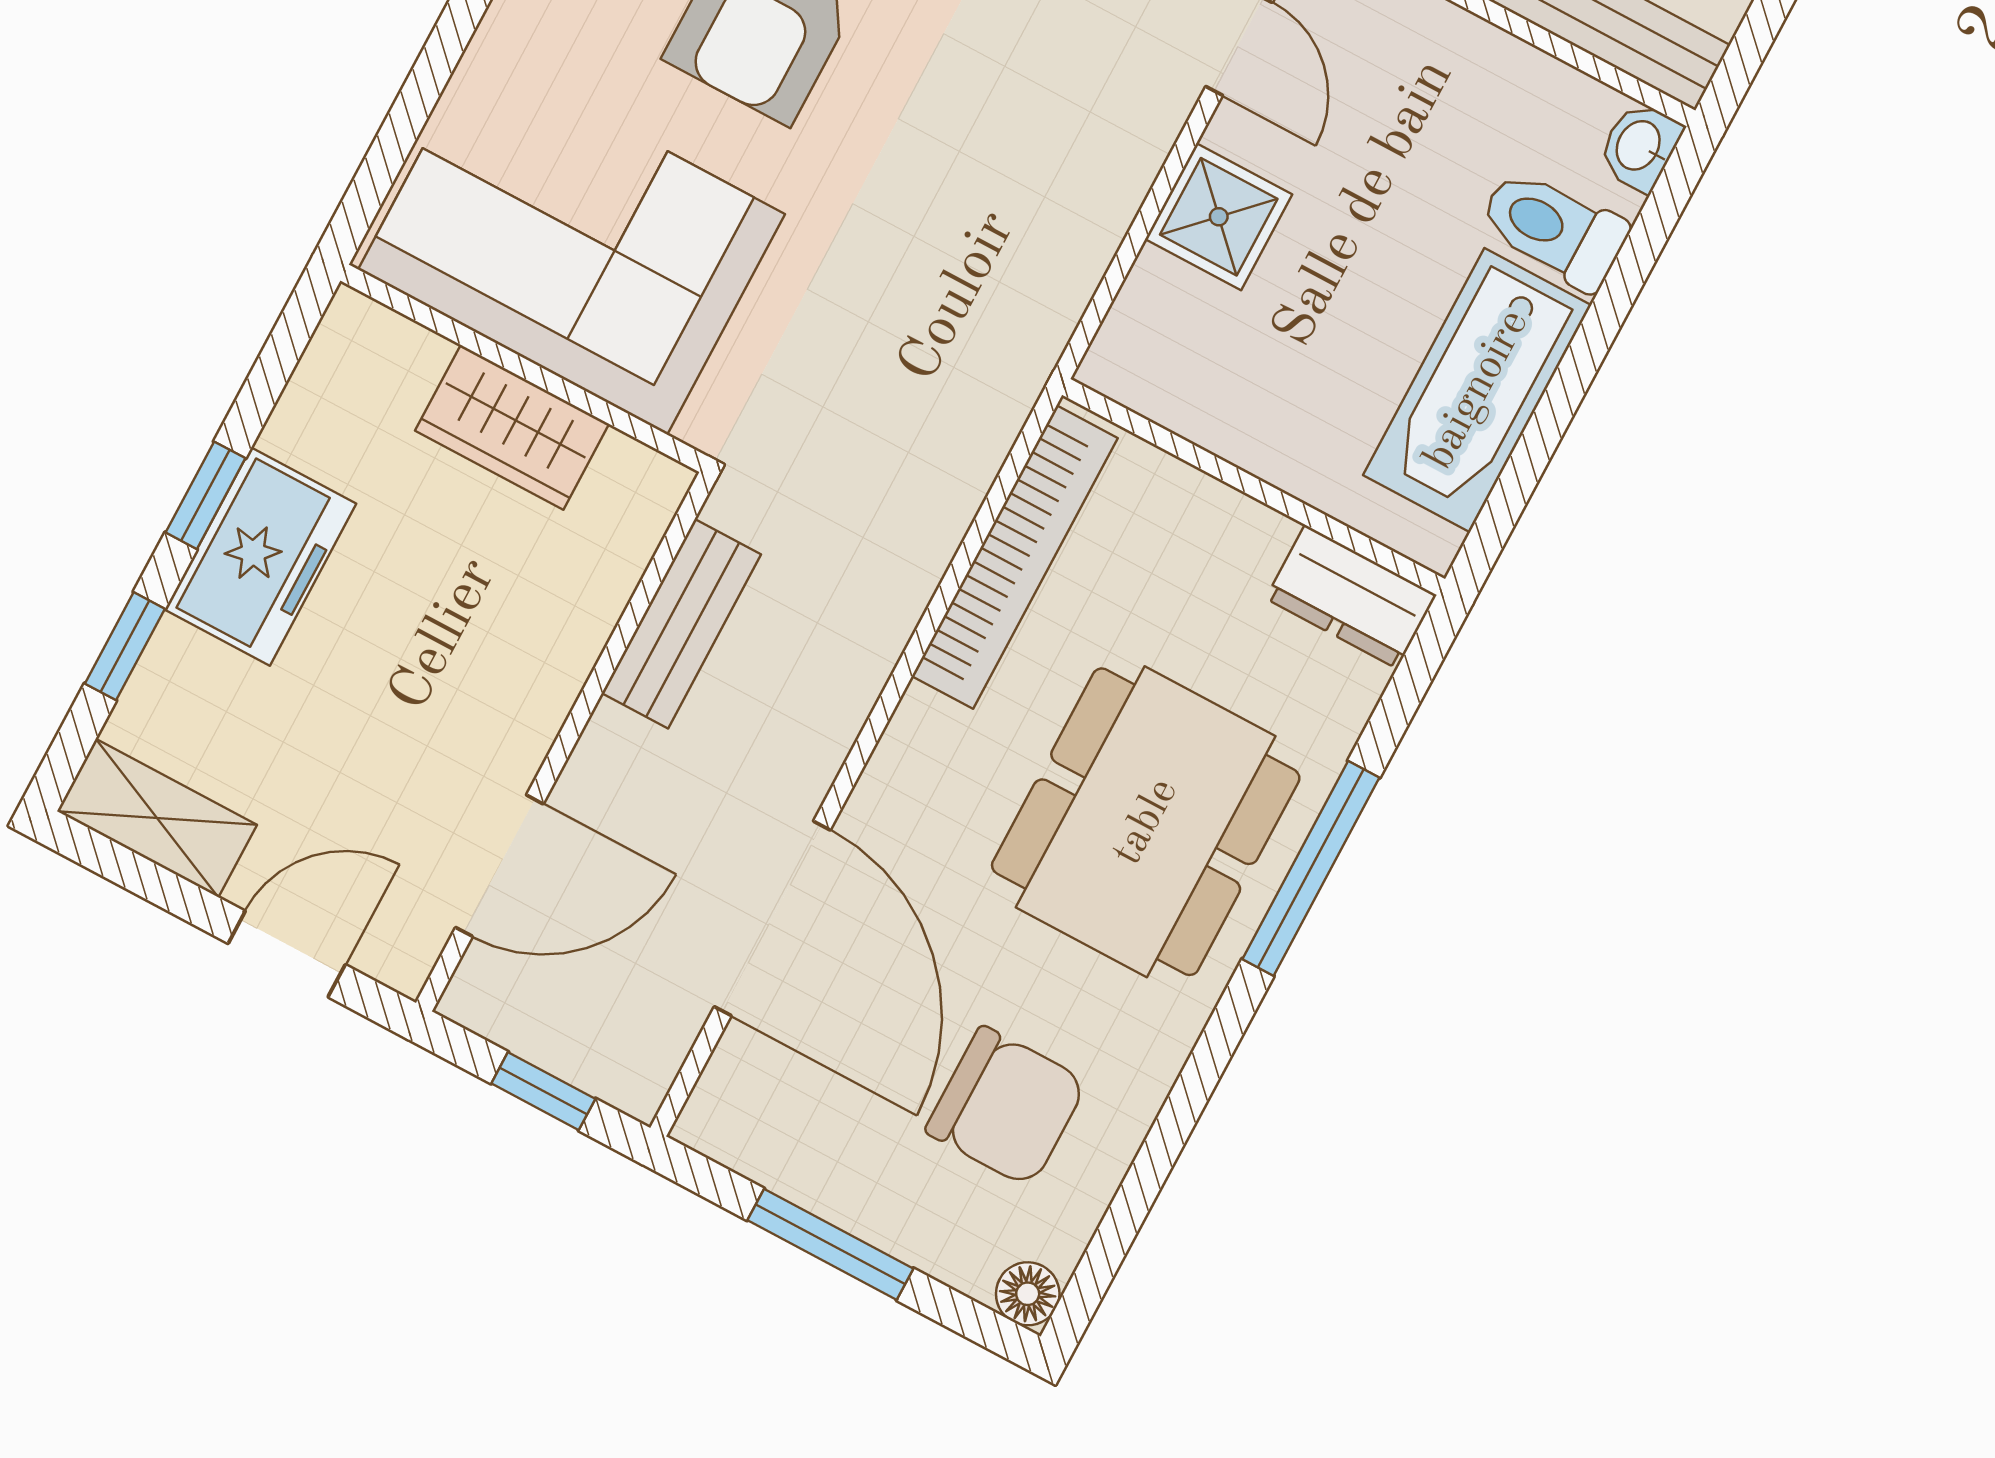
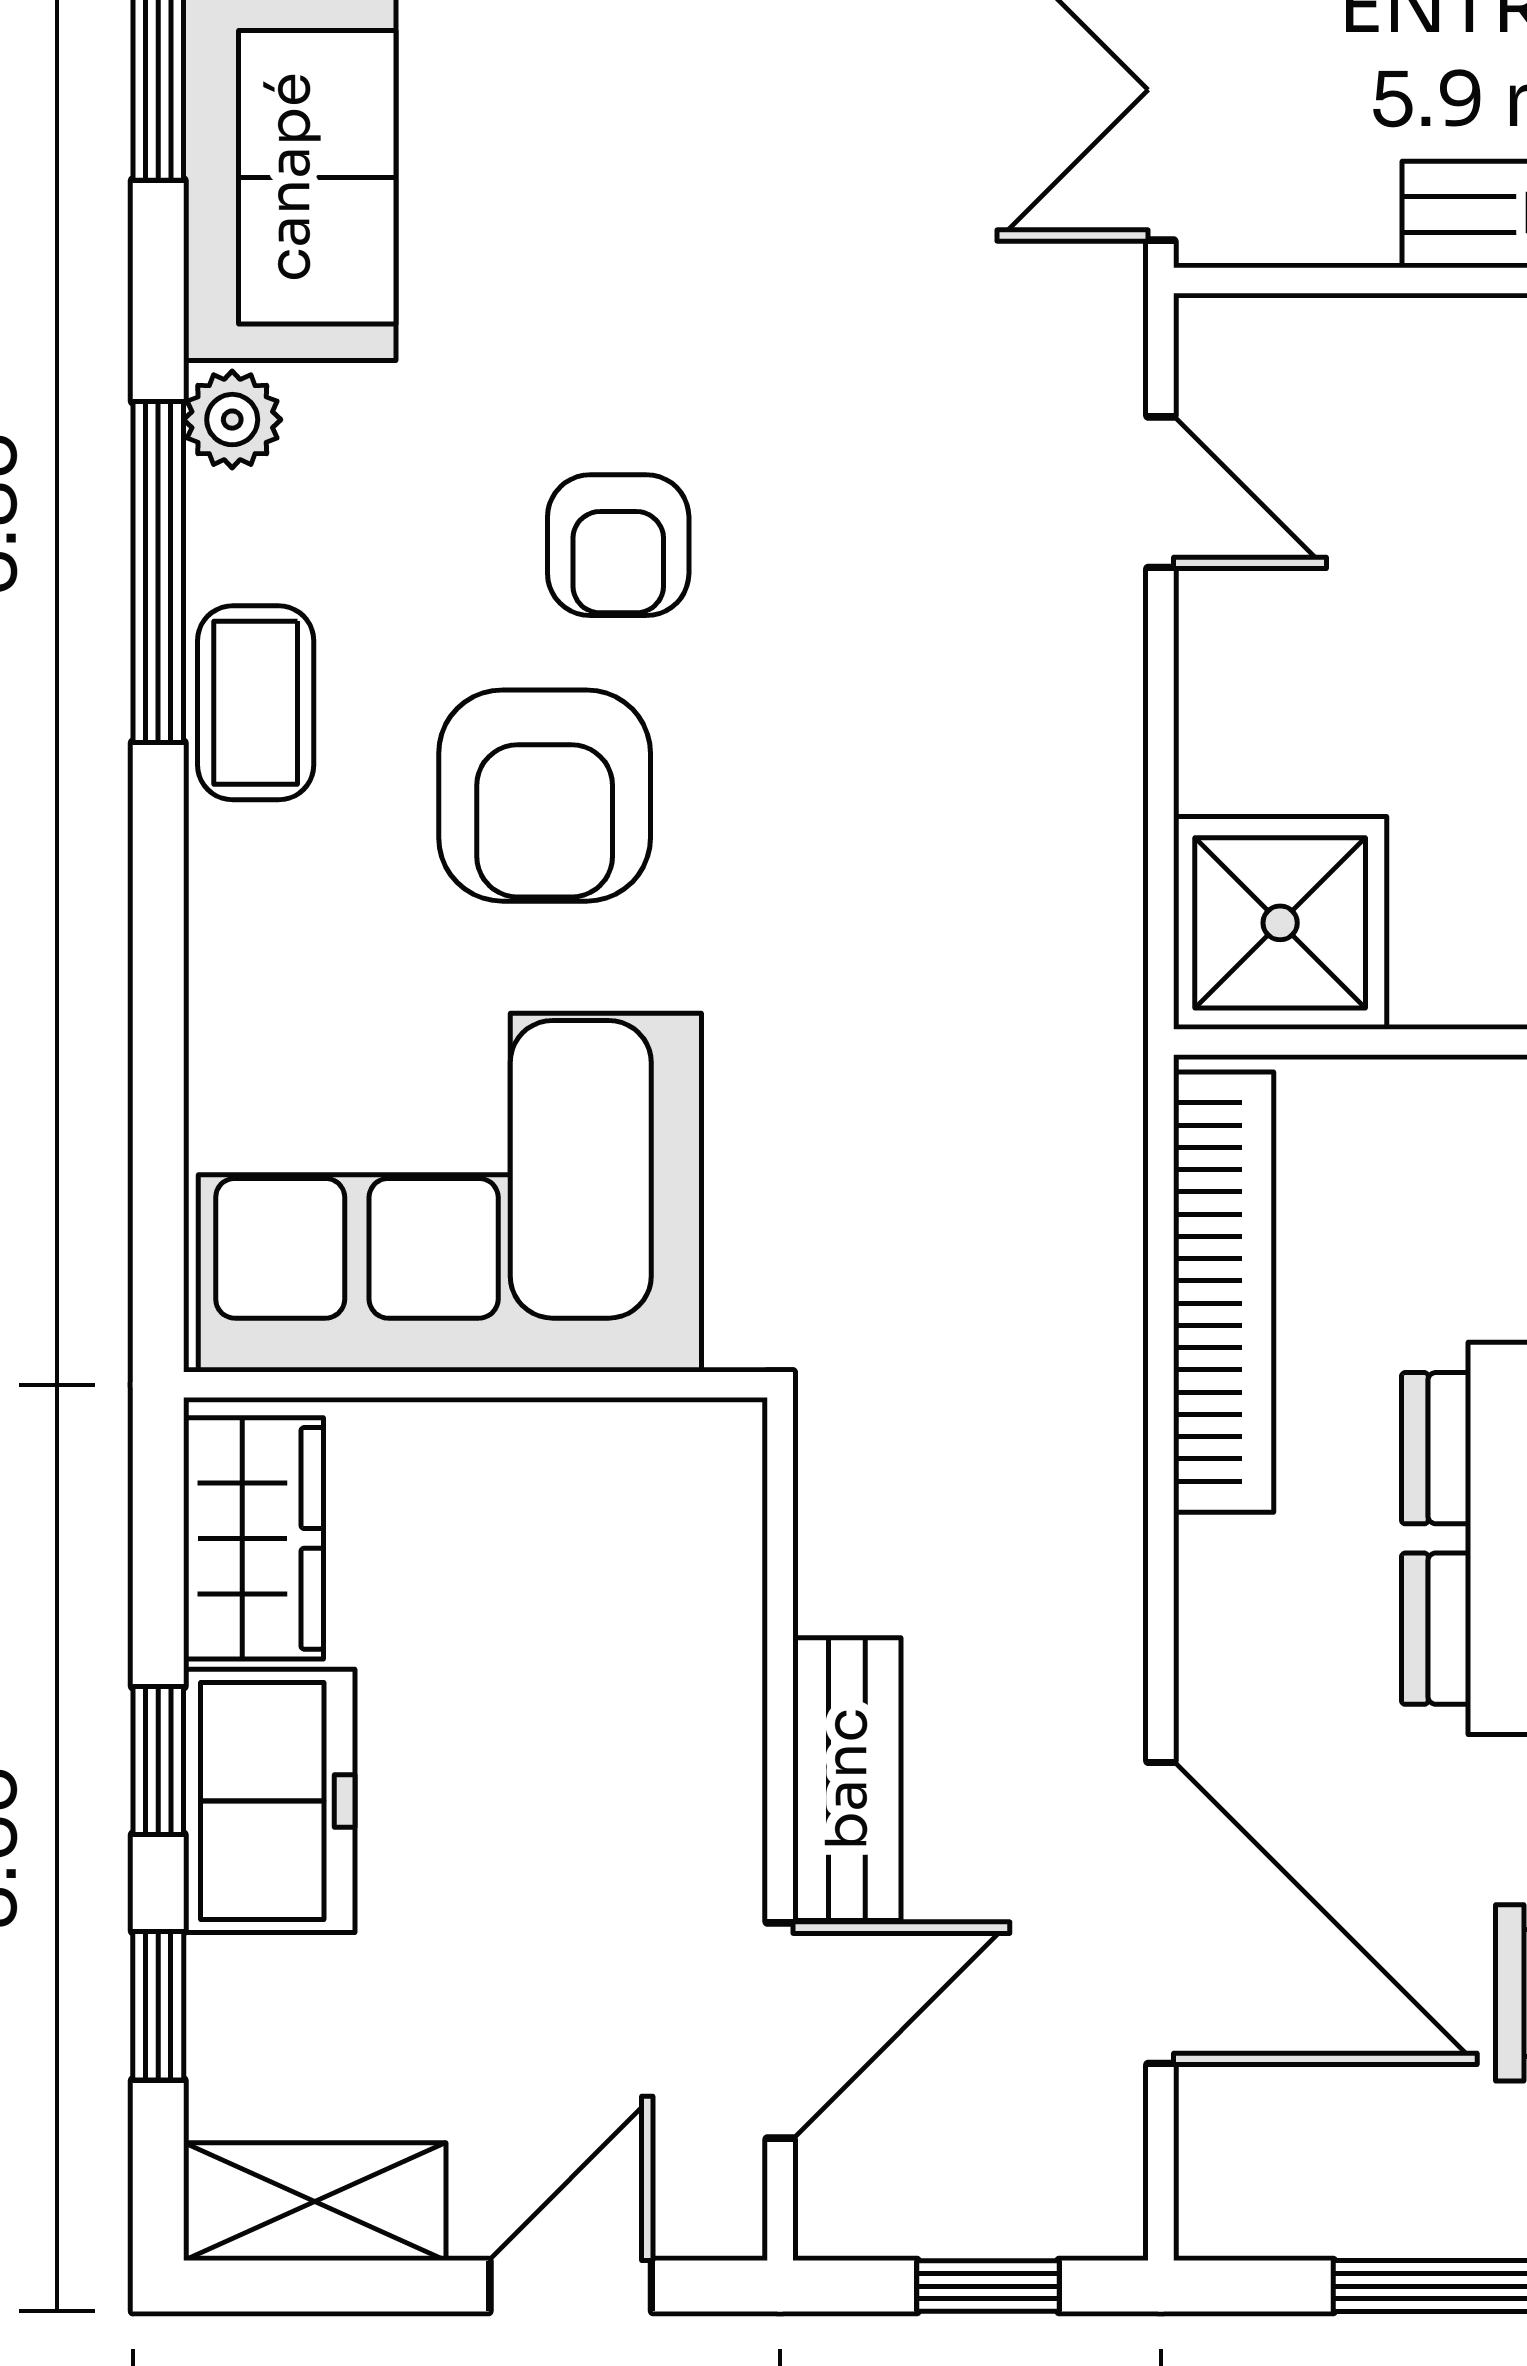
shower: (1219, 217) -> (1280, 923), moved, width x1.36, depth x1.36
wardrobe: (512, 427) -> (254, 1538), moved, turned -90
bench: (681, 624) -> (847, 1779), moved

